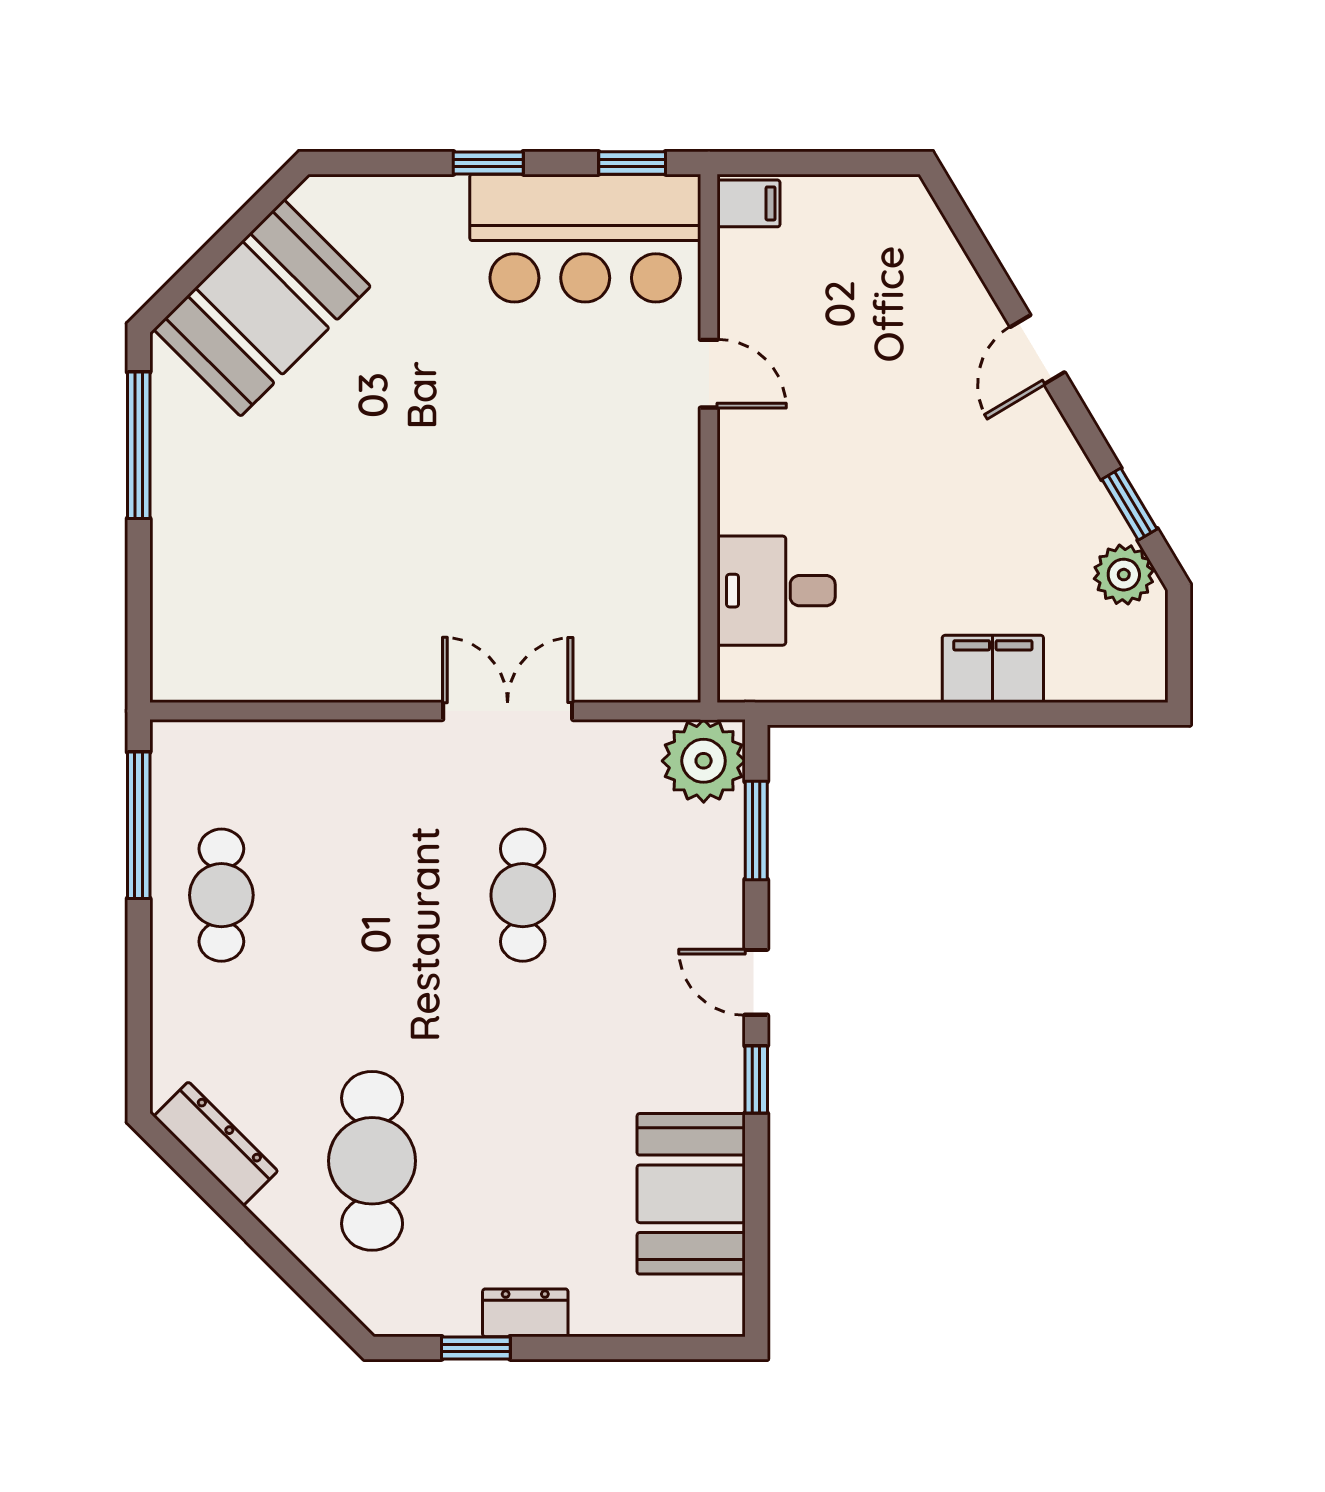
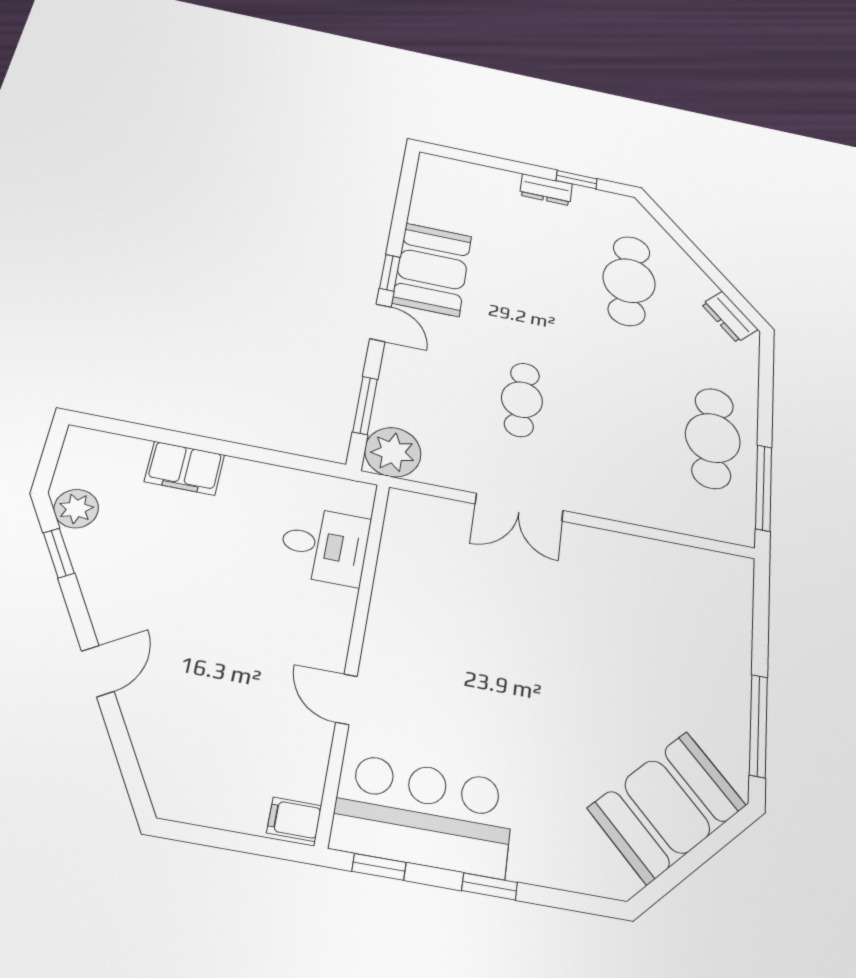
cafe table: (221, 895) -> (713, 438), width x1.37, depth x1.35
dresser: (216, 1144) -> (730, 317), width x0.70
booth: (691, 1194) -> (432, 269), moved

